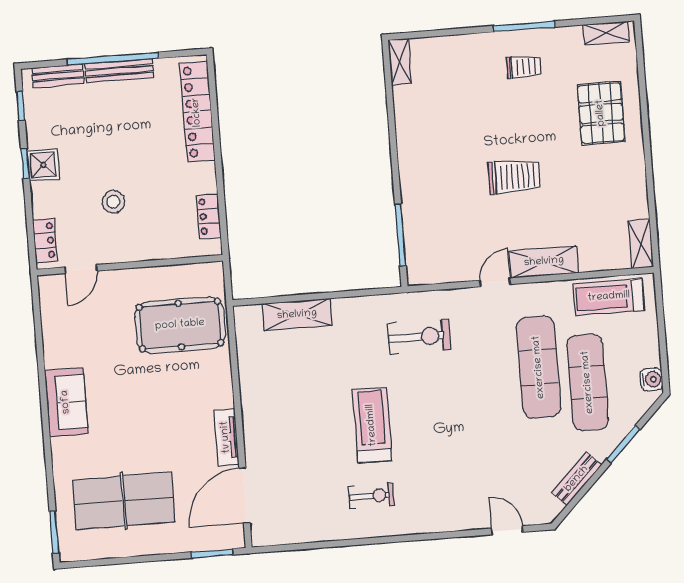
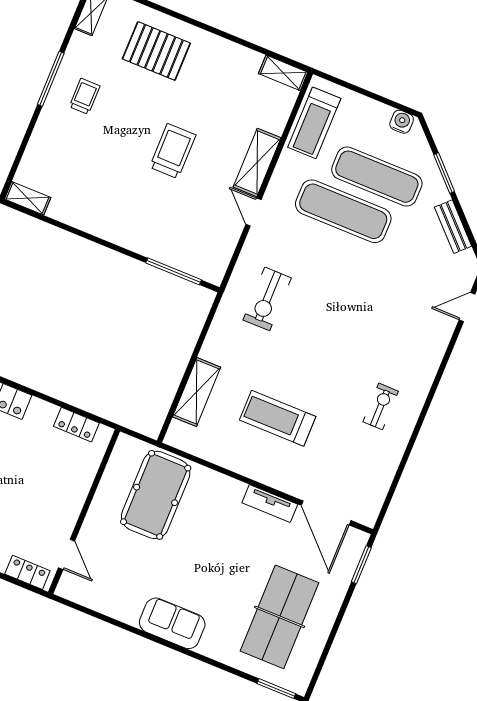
stool: (113, 202) -> (24, 499), removed
exercise bike: (419, 337) -> (267, 299), turned 180
treadmill: (372, 425) -> (278, 418), moved

